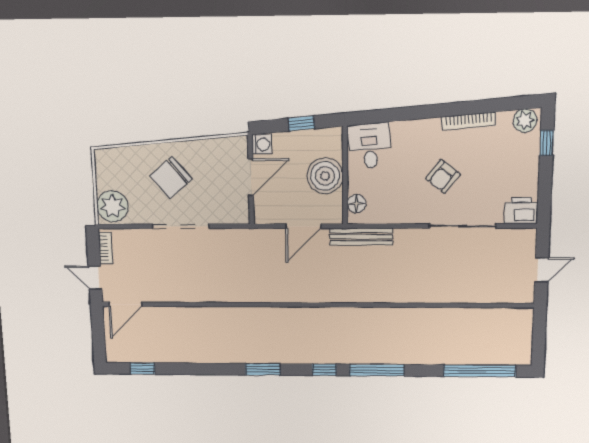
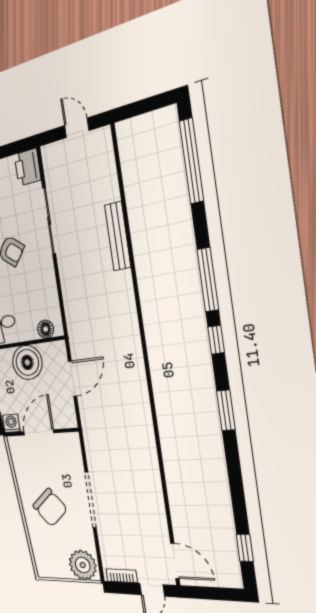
door: (251, 177) -> (39, 432), hinge flipped
door: (303, 226) -> (73, 379), hinge flipped
bench: (361, 237) -> (118, 236), moved

